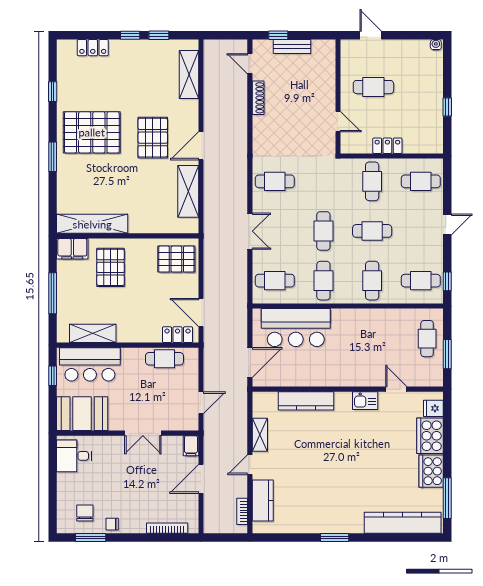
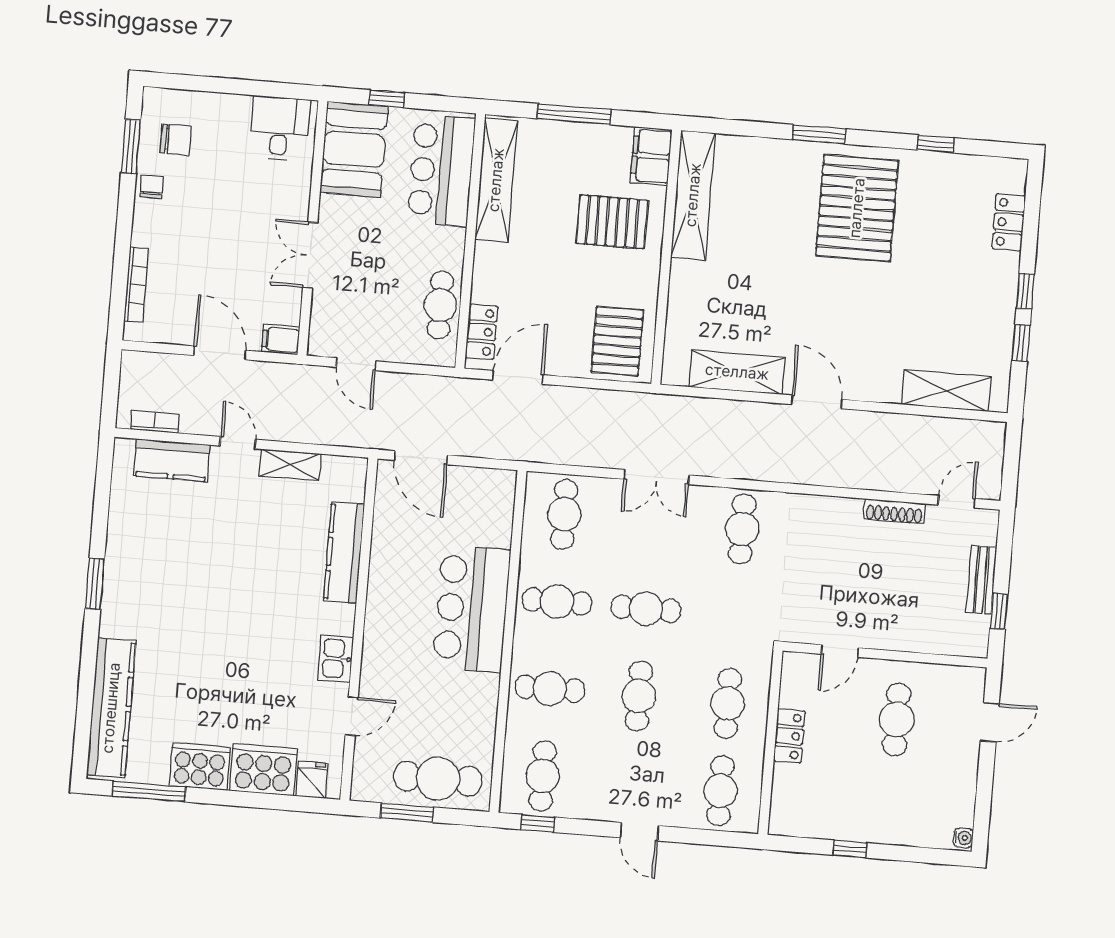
window: (278, 35) -> (999, 611), moved
pallet: (153, 138) -> (839, 317), removed
cafe table: (372, 181) -> (728, 703), turned 90
bar counter: (296, 328) -> (472, 609), moved
shelving: (93, 333) -> (496, 180), width x1.47
cafe table: (427, 339) -> (438, 779), width x1.37, depth x1.35
window: (53, 376) -> (386, 99), moved

